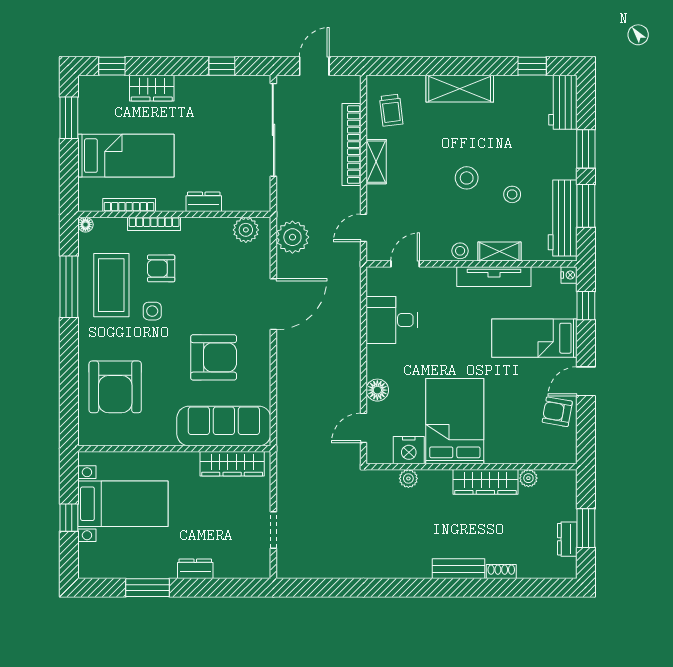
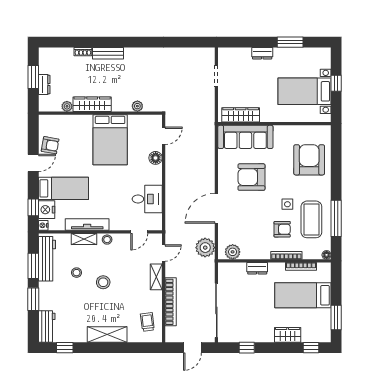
shelving: (376, 162) -> (156, 277), moved
nightstand: (409, 450) -> (47, 210), moved, turned -90
dresser: (567, 539) -> (44, 85), moved

